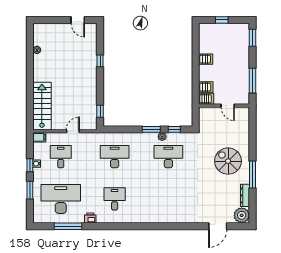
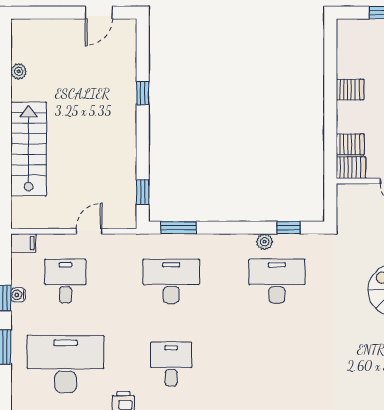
door: (78, 20) -> (99, 13), hinge flipped
stairs: (42, 106) -> (29, 149), moved
window: (151, 129) -> (178, 228), moved

